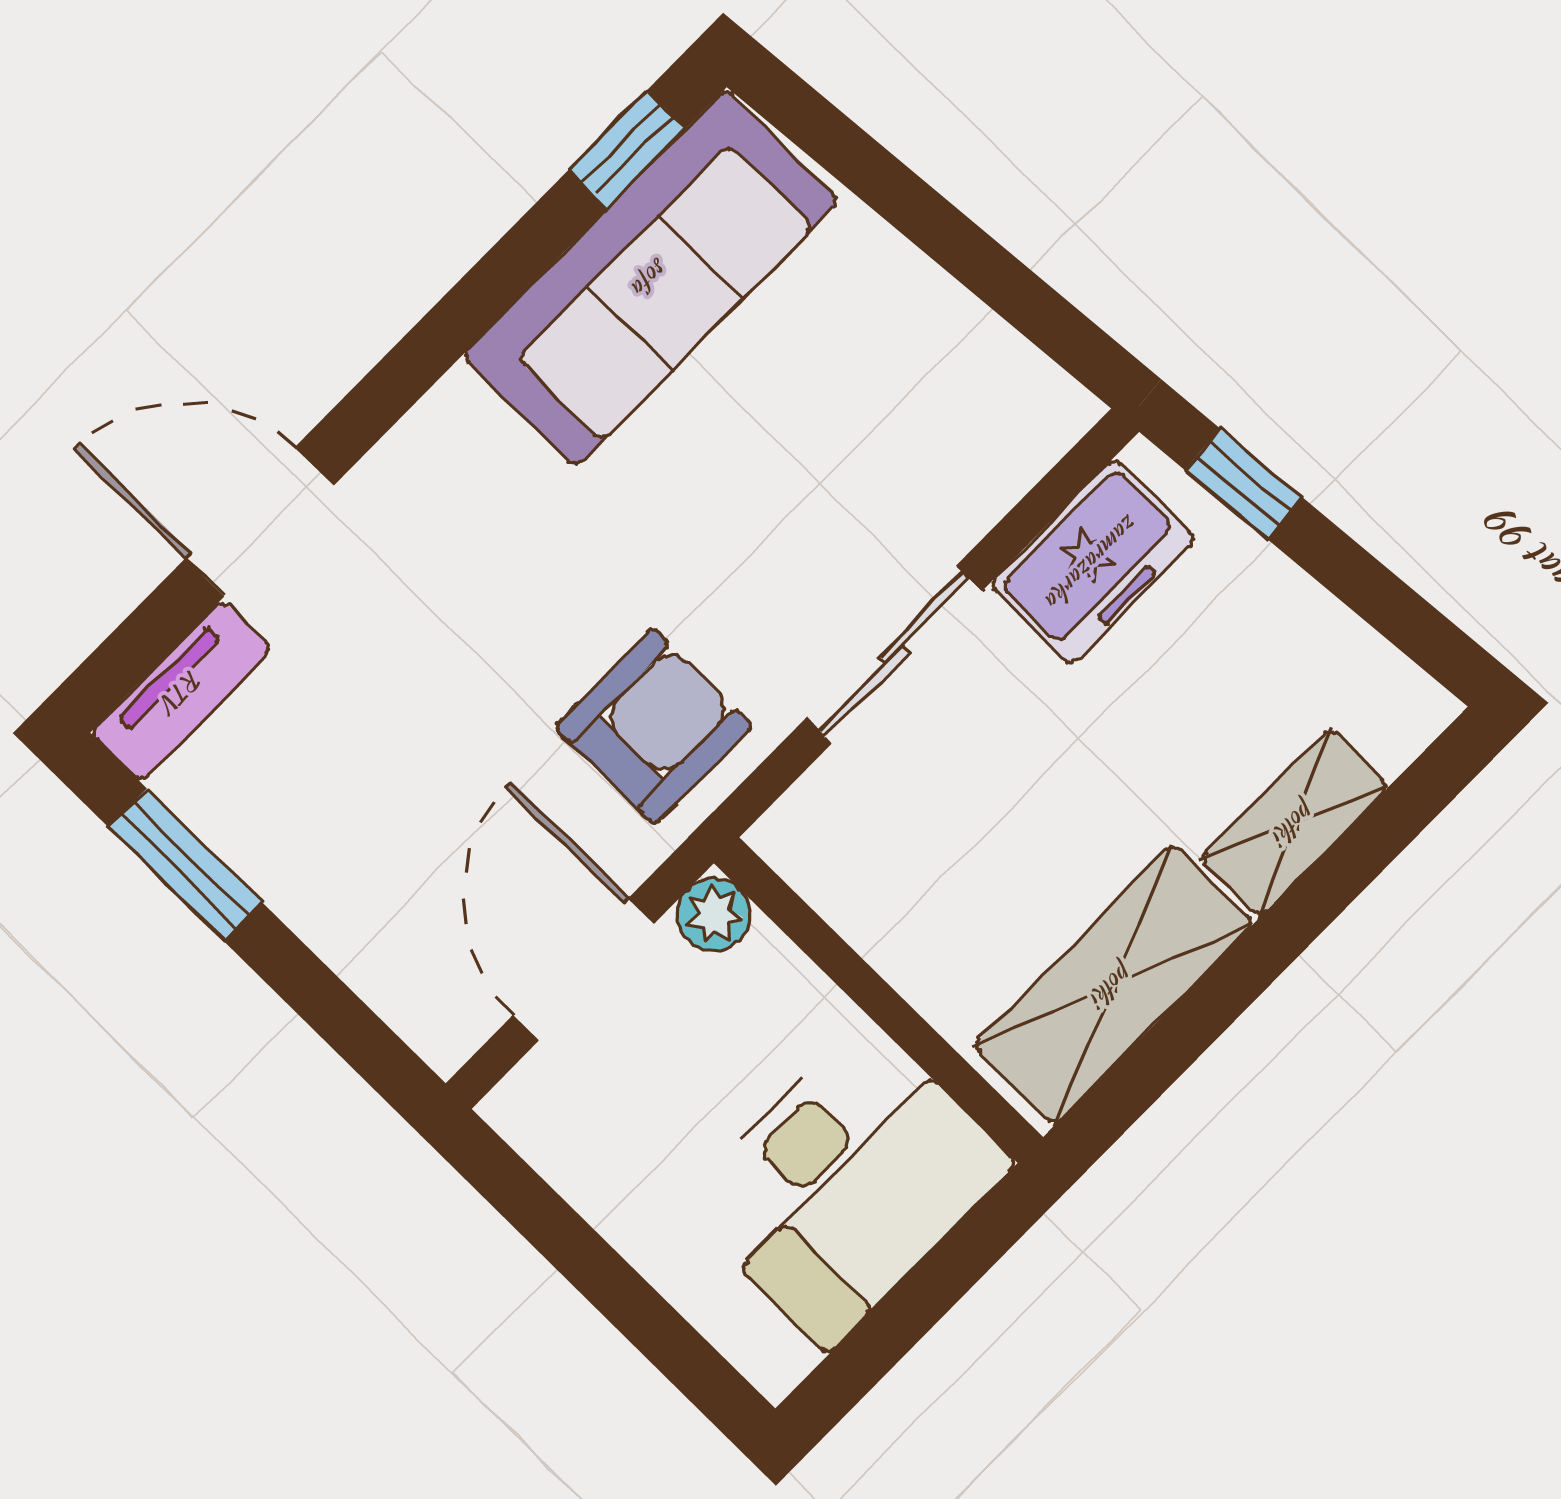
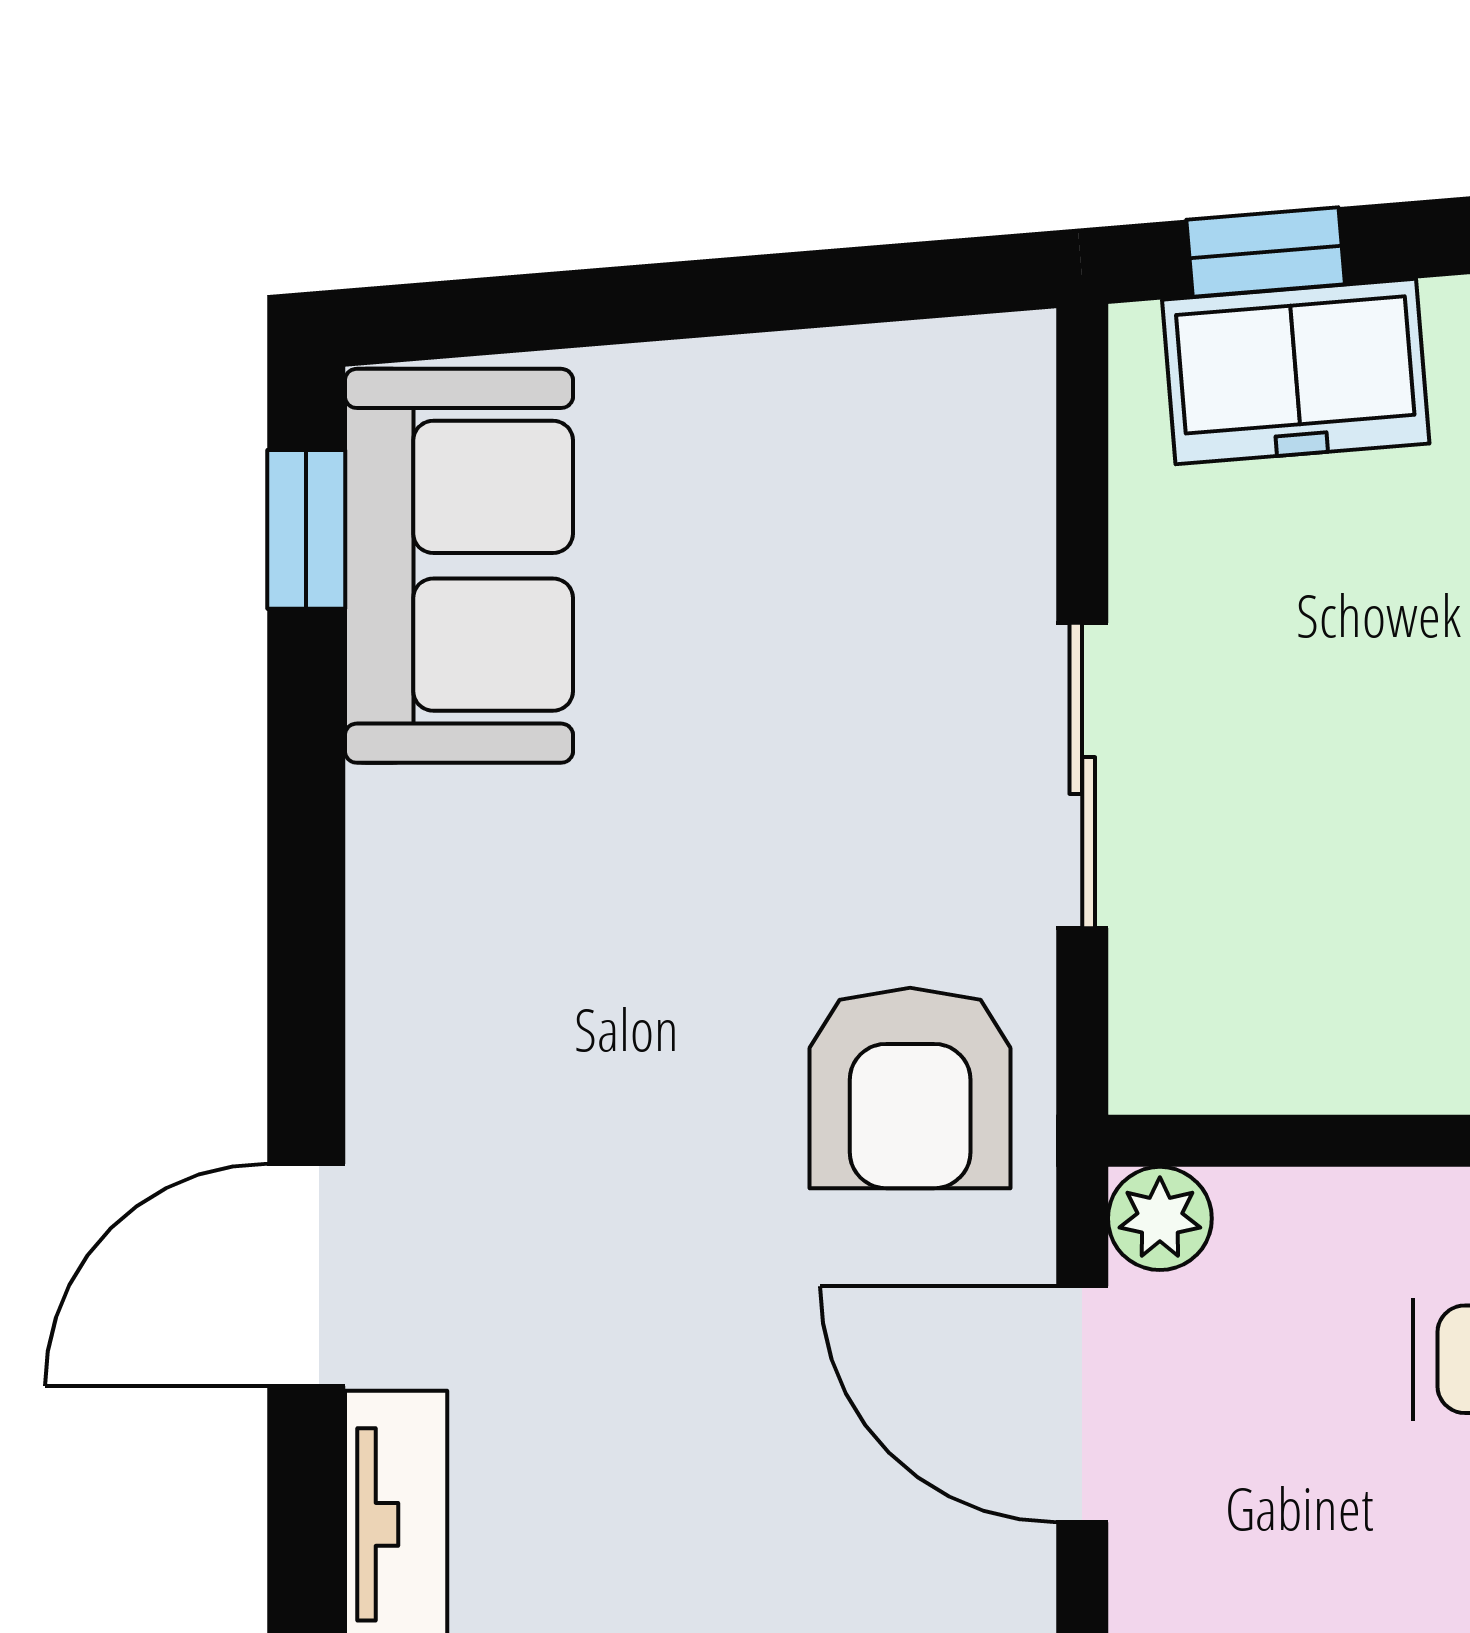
sofa: (651, 278) -> (459, 566), width x0.73
freezer: (1093, 562) -> (1296, 372), moved, turned 85
armchair: (654, 726) -> (910, 1088), turned 180

